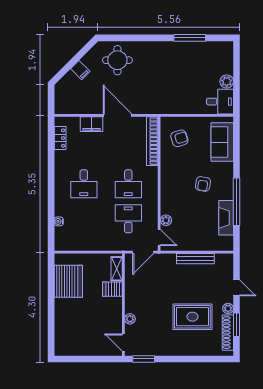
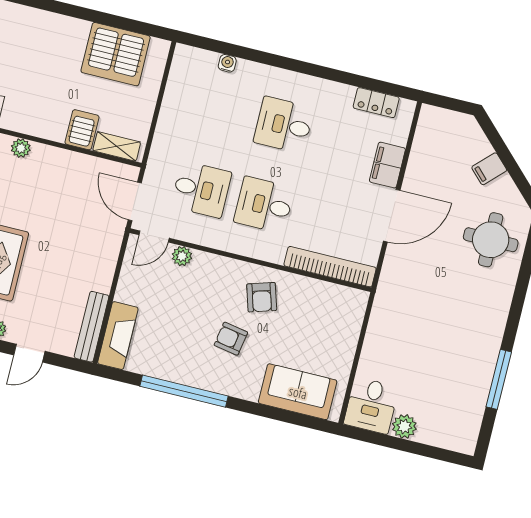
armchair: (179, 138) -> (262, 297), moved
fireplace: (226, 218) -> (118, 336), moved, turned 90
bench: (195, 259) -> (92, 327), moved

